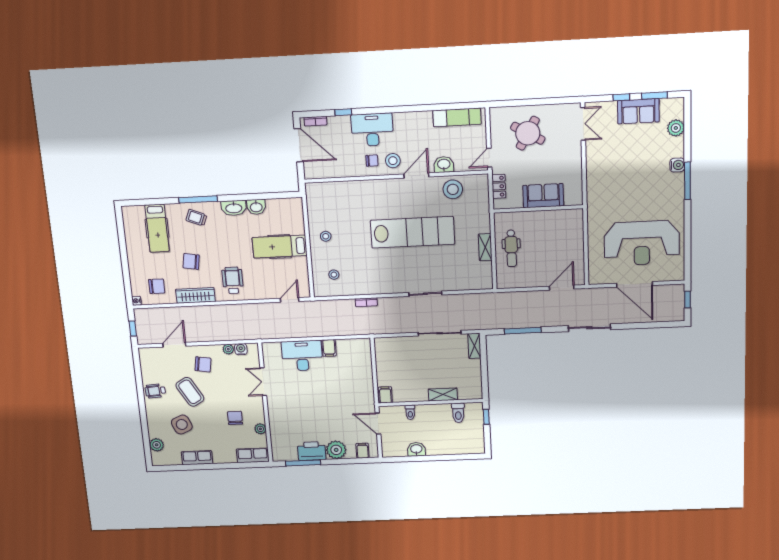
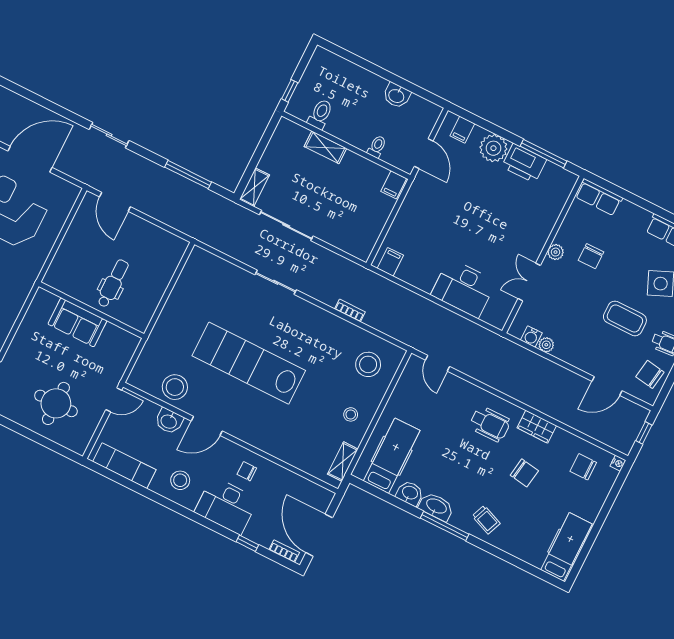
round table: (528, 133) -> (56, 403), turned -30
stool: (393, 161) -> (180, 480), moved
locker: (499, 186) -> (121, 361), removed
window: (198, 199) -> (445, 526), moved
hospital bed: (157, 228) -> (566, 547), moved
hospital bed: (280, 247) -> (392, 456), moved, turned -90
shelving: (485, 247) -> (343, 462), moved
dental chair: (511, 248) -> (113, 283), moved
stool: (334, 275) -> (368, 364), width x1.89, depth x1.89
wheelchair: (233, 280) -> (490, 424), turned -90
door: (634, 284) -> (30, 159), hinge flipped
door: (562, 288) -> (115, 202), hinge flipped
wardrobe: (195, 295) -> (537, 427), width x0.67
door: (290, 300) -> (438, 363), hinge flipped
sliding door: (589, 328) -> (109, 135), width x0.73
filing cabinet: (329, 348) -> (390, 262), moved
chair: (203, 364) -> (650, 374), moved
double door: (263, 382) -> (529, 282), swing flipped
coffee table: (190, 392) -> (625, 318), turned -60
plant: (260, 429) -> (556, 252), moved

